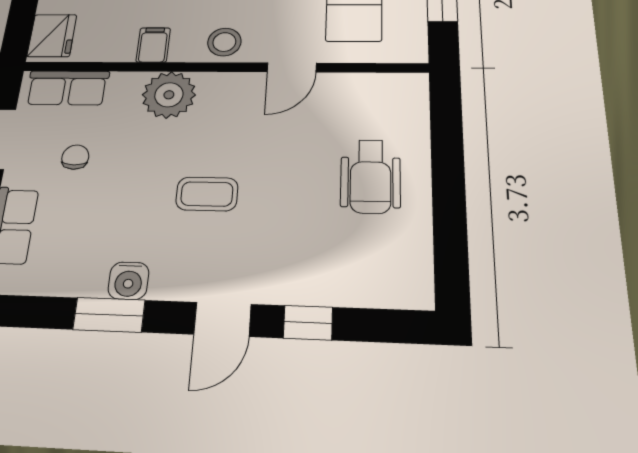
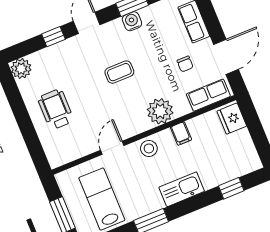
plant: (410, 287) -> (21, 69), added

